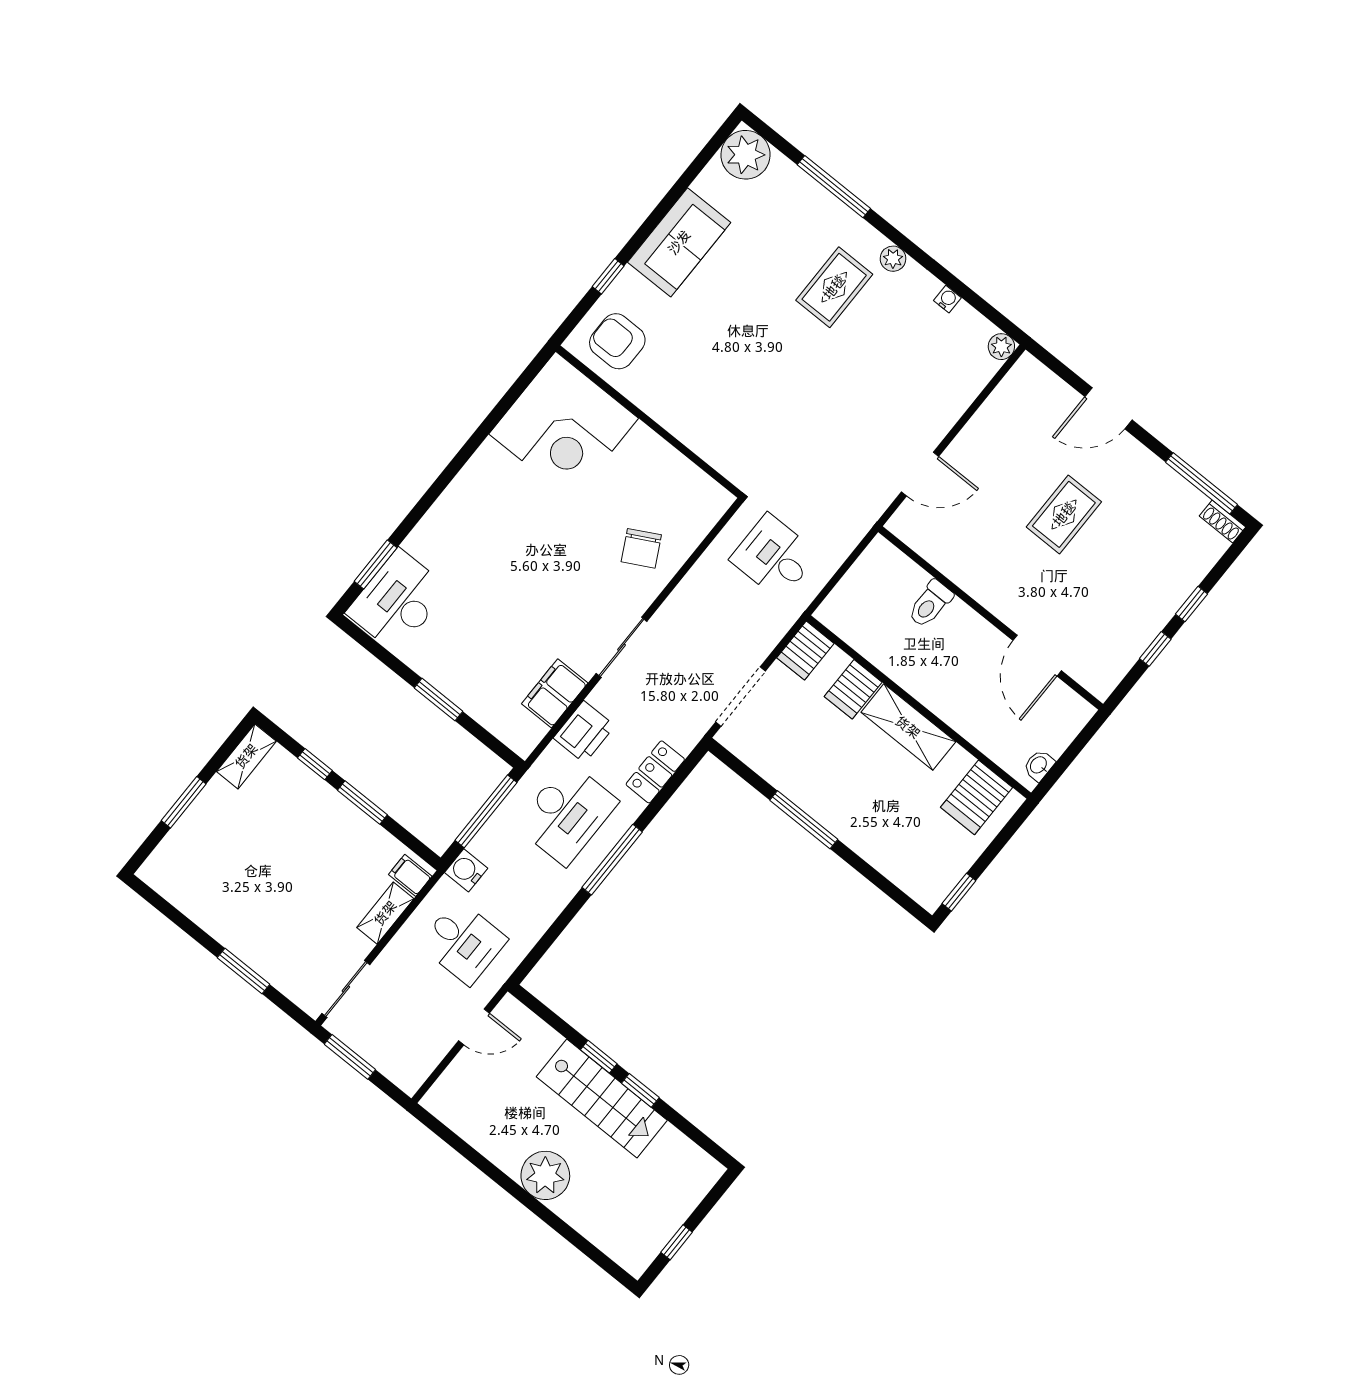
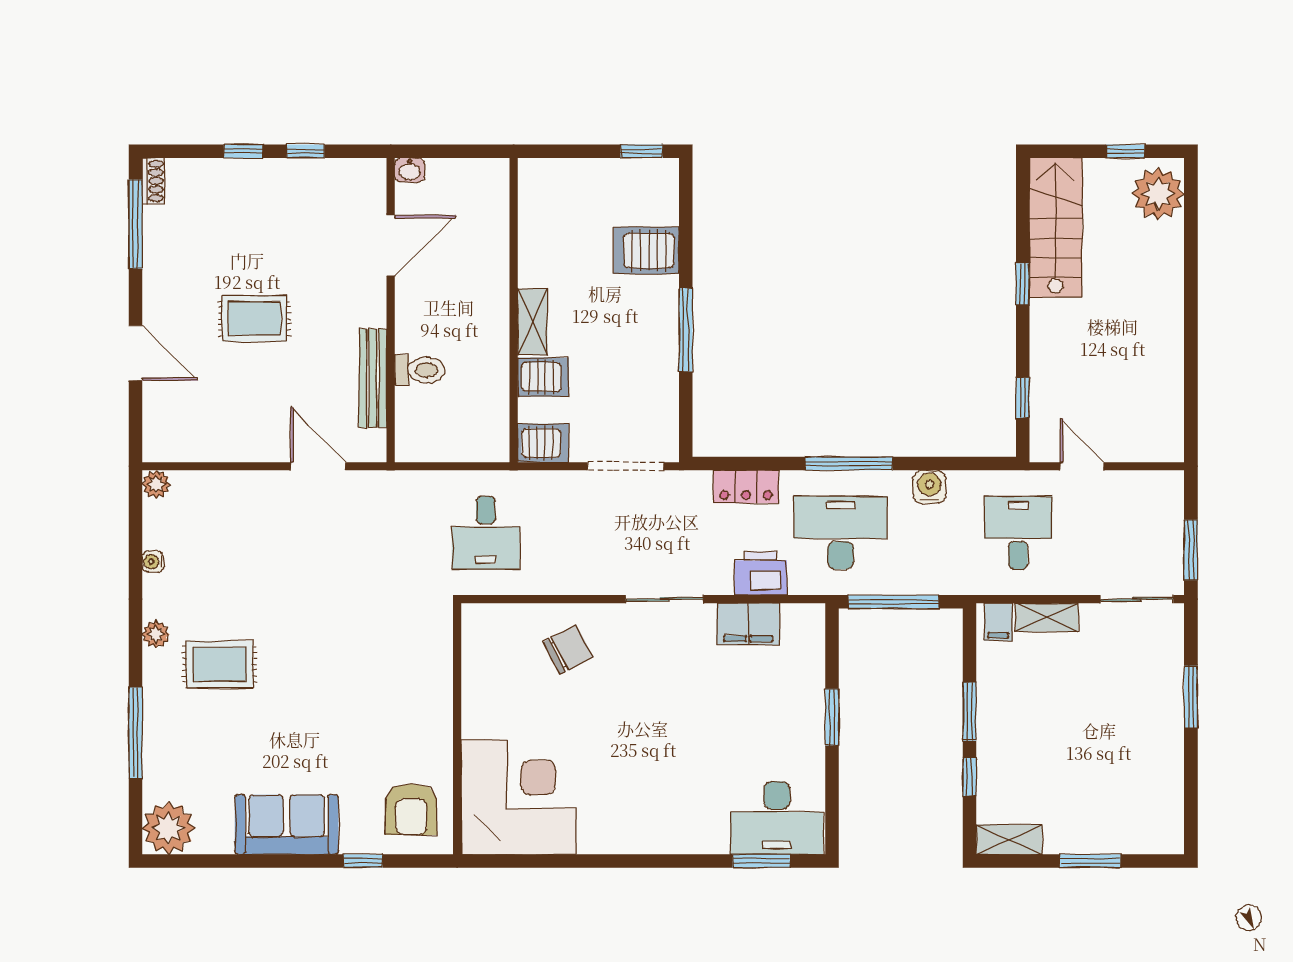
bench: (952, 565) -> (373, 378), added
shelving: (908, 727) -> (533, 322), width x0.67, depth x0.75
washbasin: (1039, 765) -> (410, 170), moved
server rack: (976, 797) -> (646, 250), moved, turned 180
water cooler: (466, 870) -> (929, 487), moved, turned 180
window: (599, 1057) -> (1023, 398), moved
stairs: (602, 1099) -> (1056, 227), moved
plant: (545, 1175) -> (1158, 194), moved

